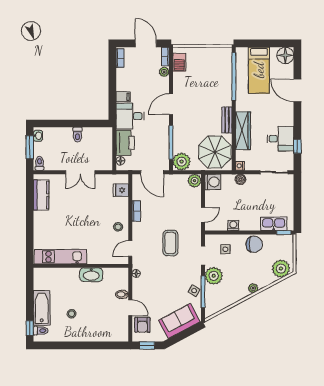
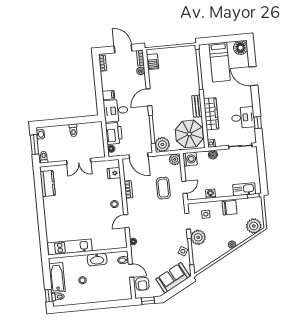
coffee table: (170, 243) -> (163, 188), moved
kitchen unit: (60, 257) -> (70, 247), moved
wall: (81, 266) -> (88, 253), moved
washbasin: (91, 275) -> (97, 259), moved

